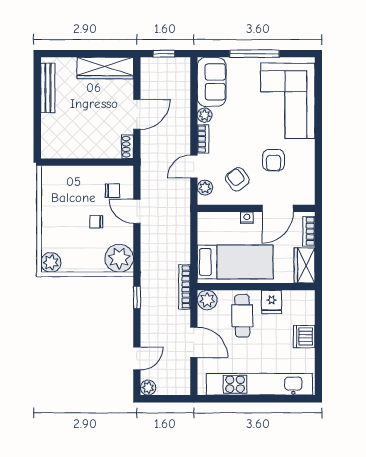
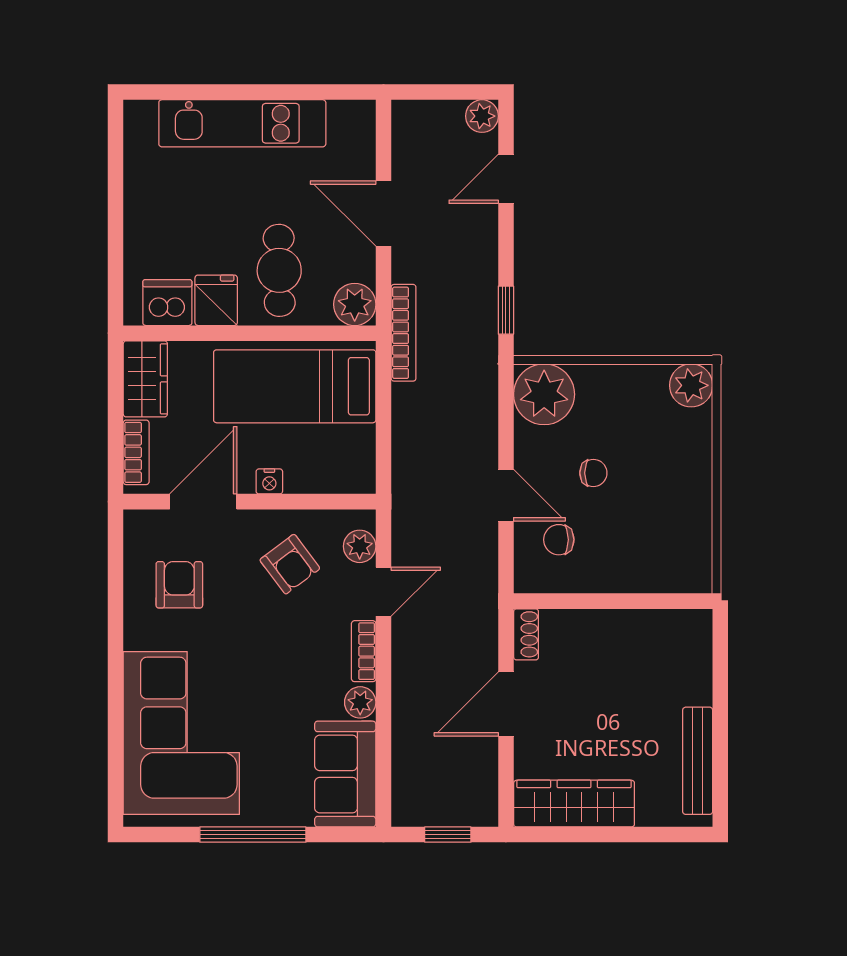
armchair: (273, 160) -> (179, 585), moved
dishwasher: (304, 336) -> (167, 303), moved, turned -90
kitchen unit: (259, 384) -> (242, 123), width x0.73

